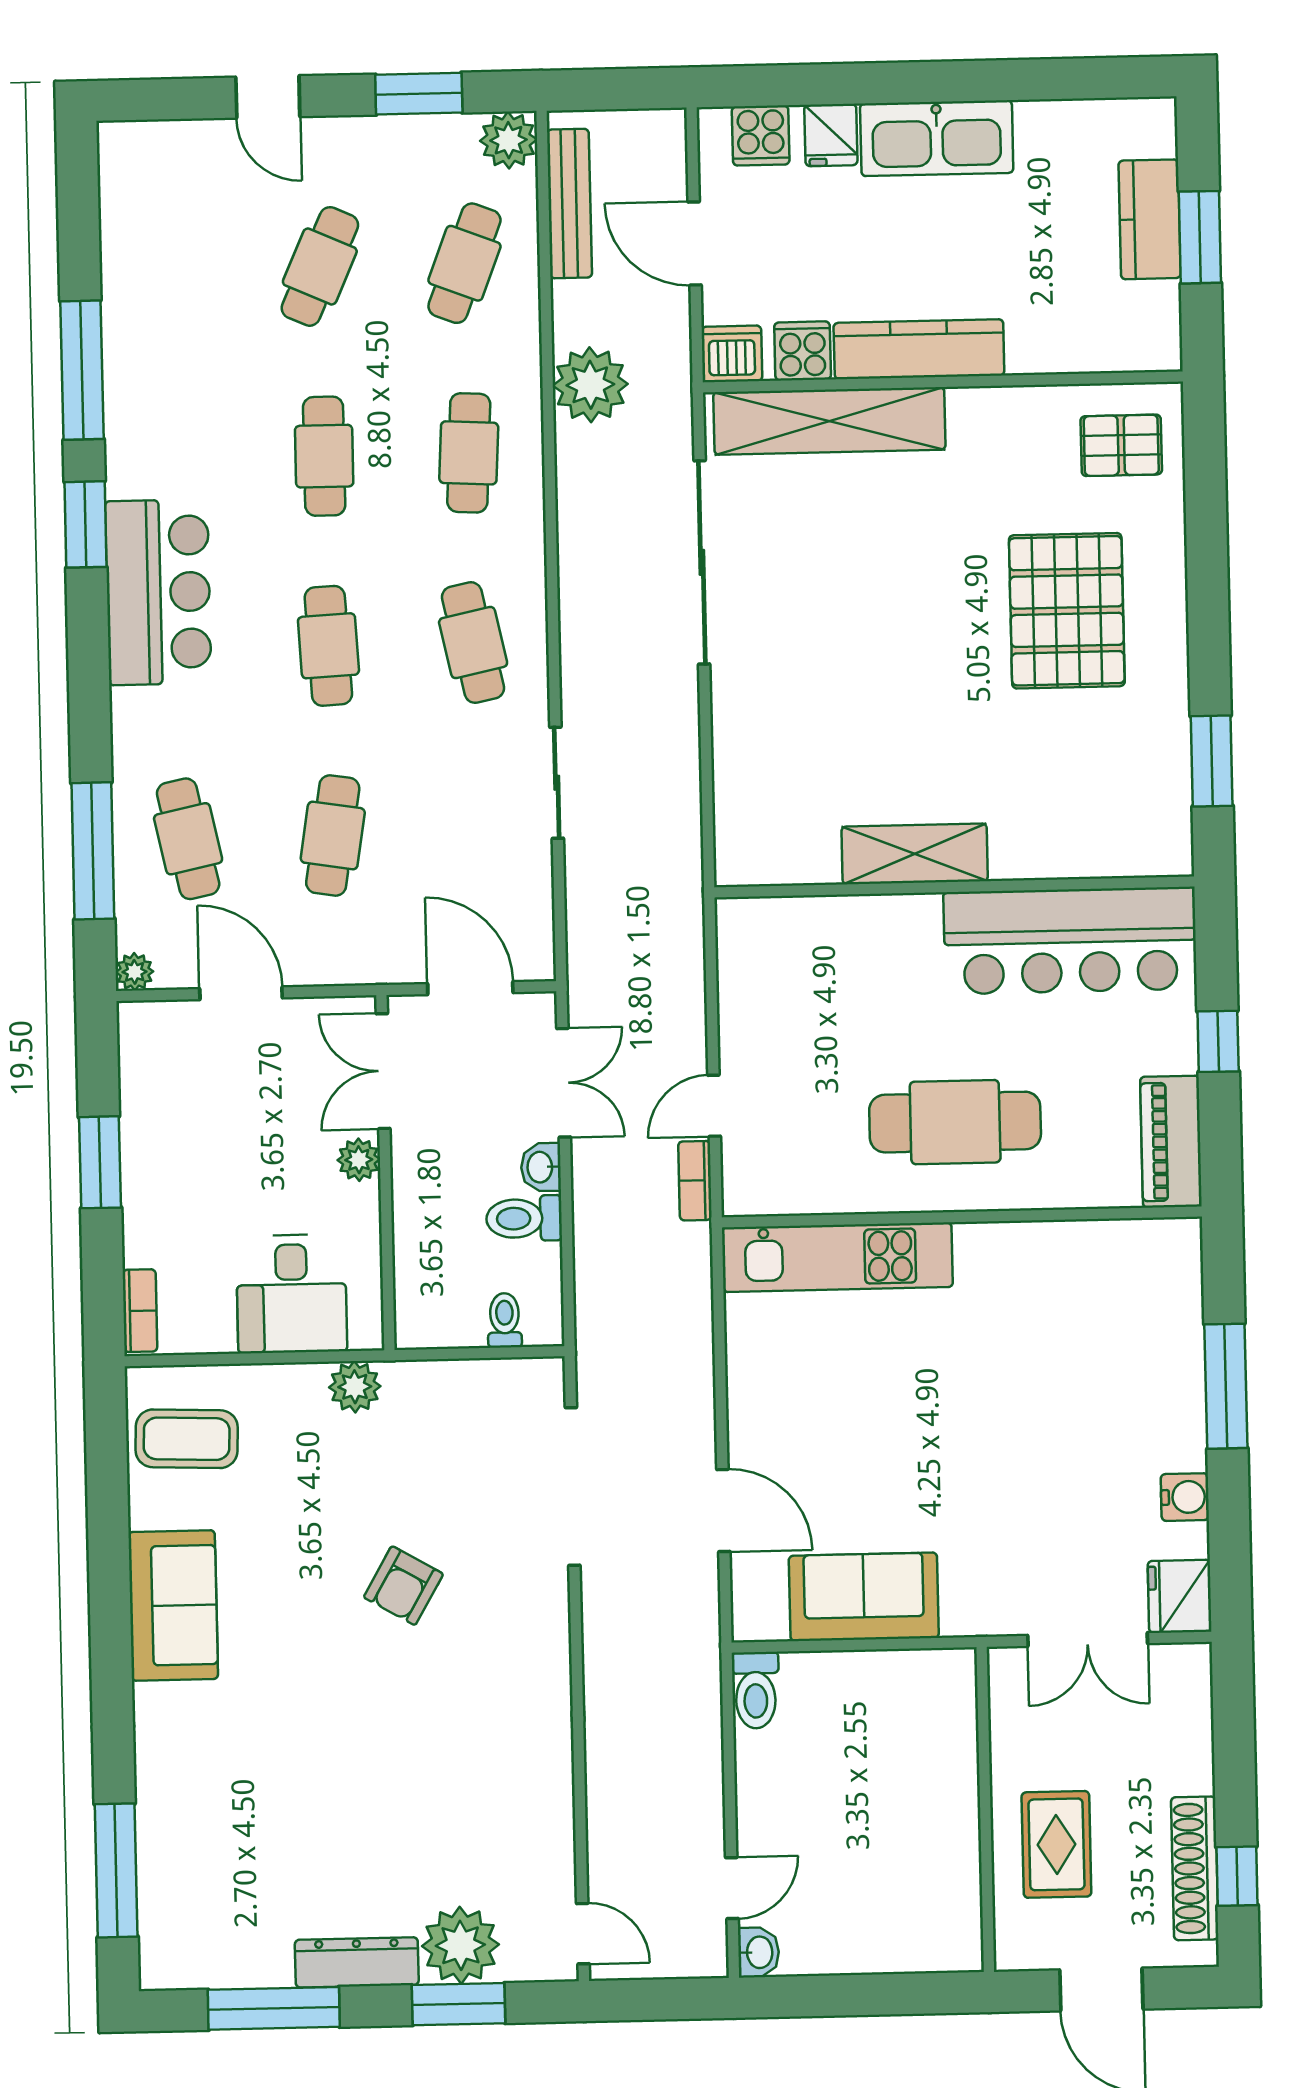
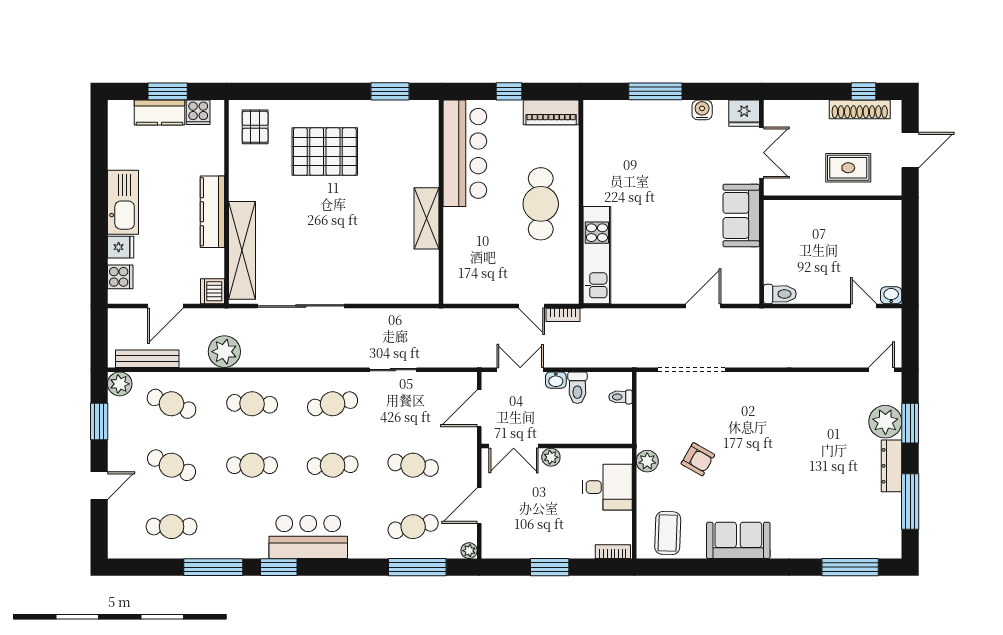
cafe table: (175, 270) -> (172, 527), added
cooker: (803, 351) -> (198, 112), moved, turned -90
armchair: (403, 1586) -> (698, 459), moved
sofa: (864, 1597) -> (741, 215), moved

